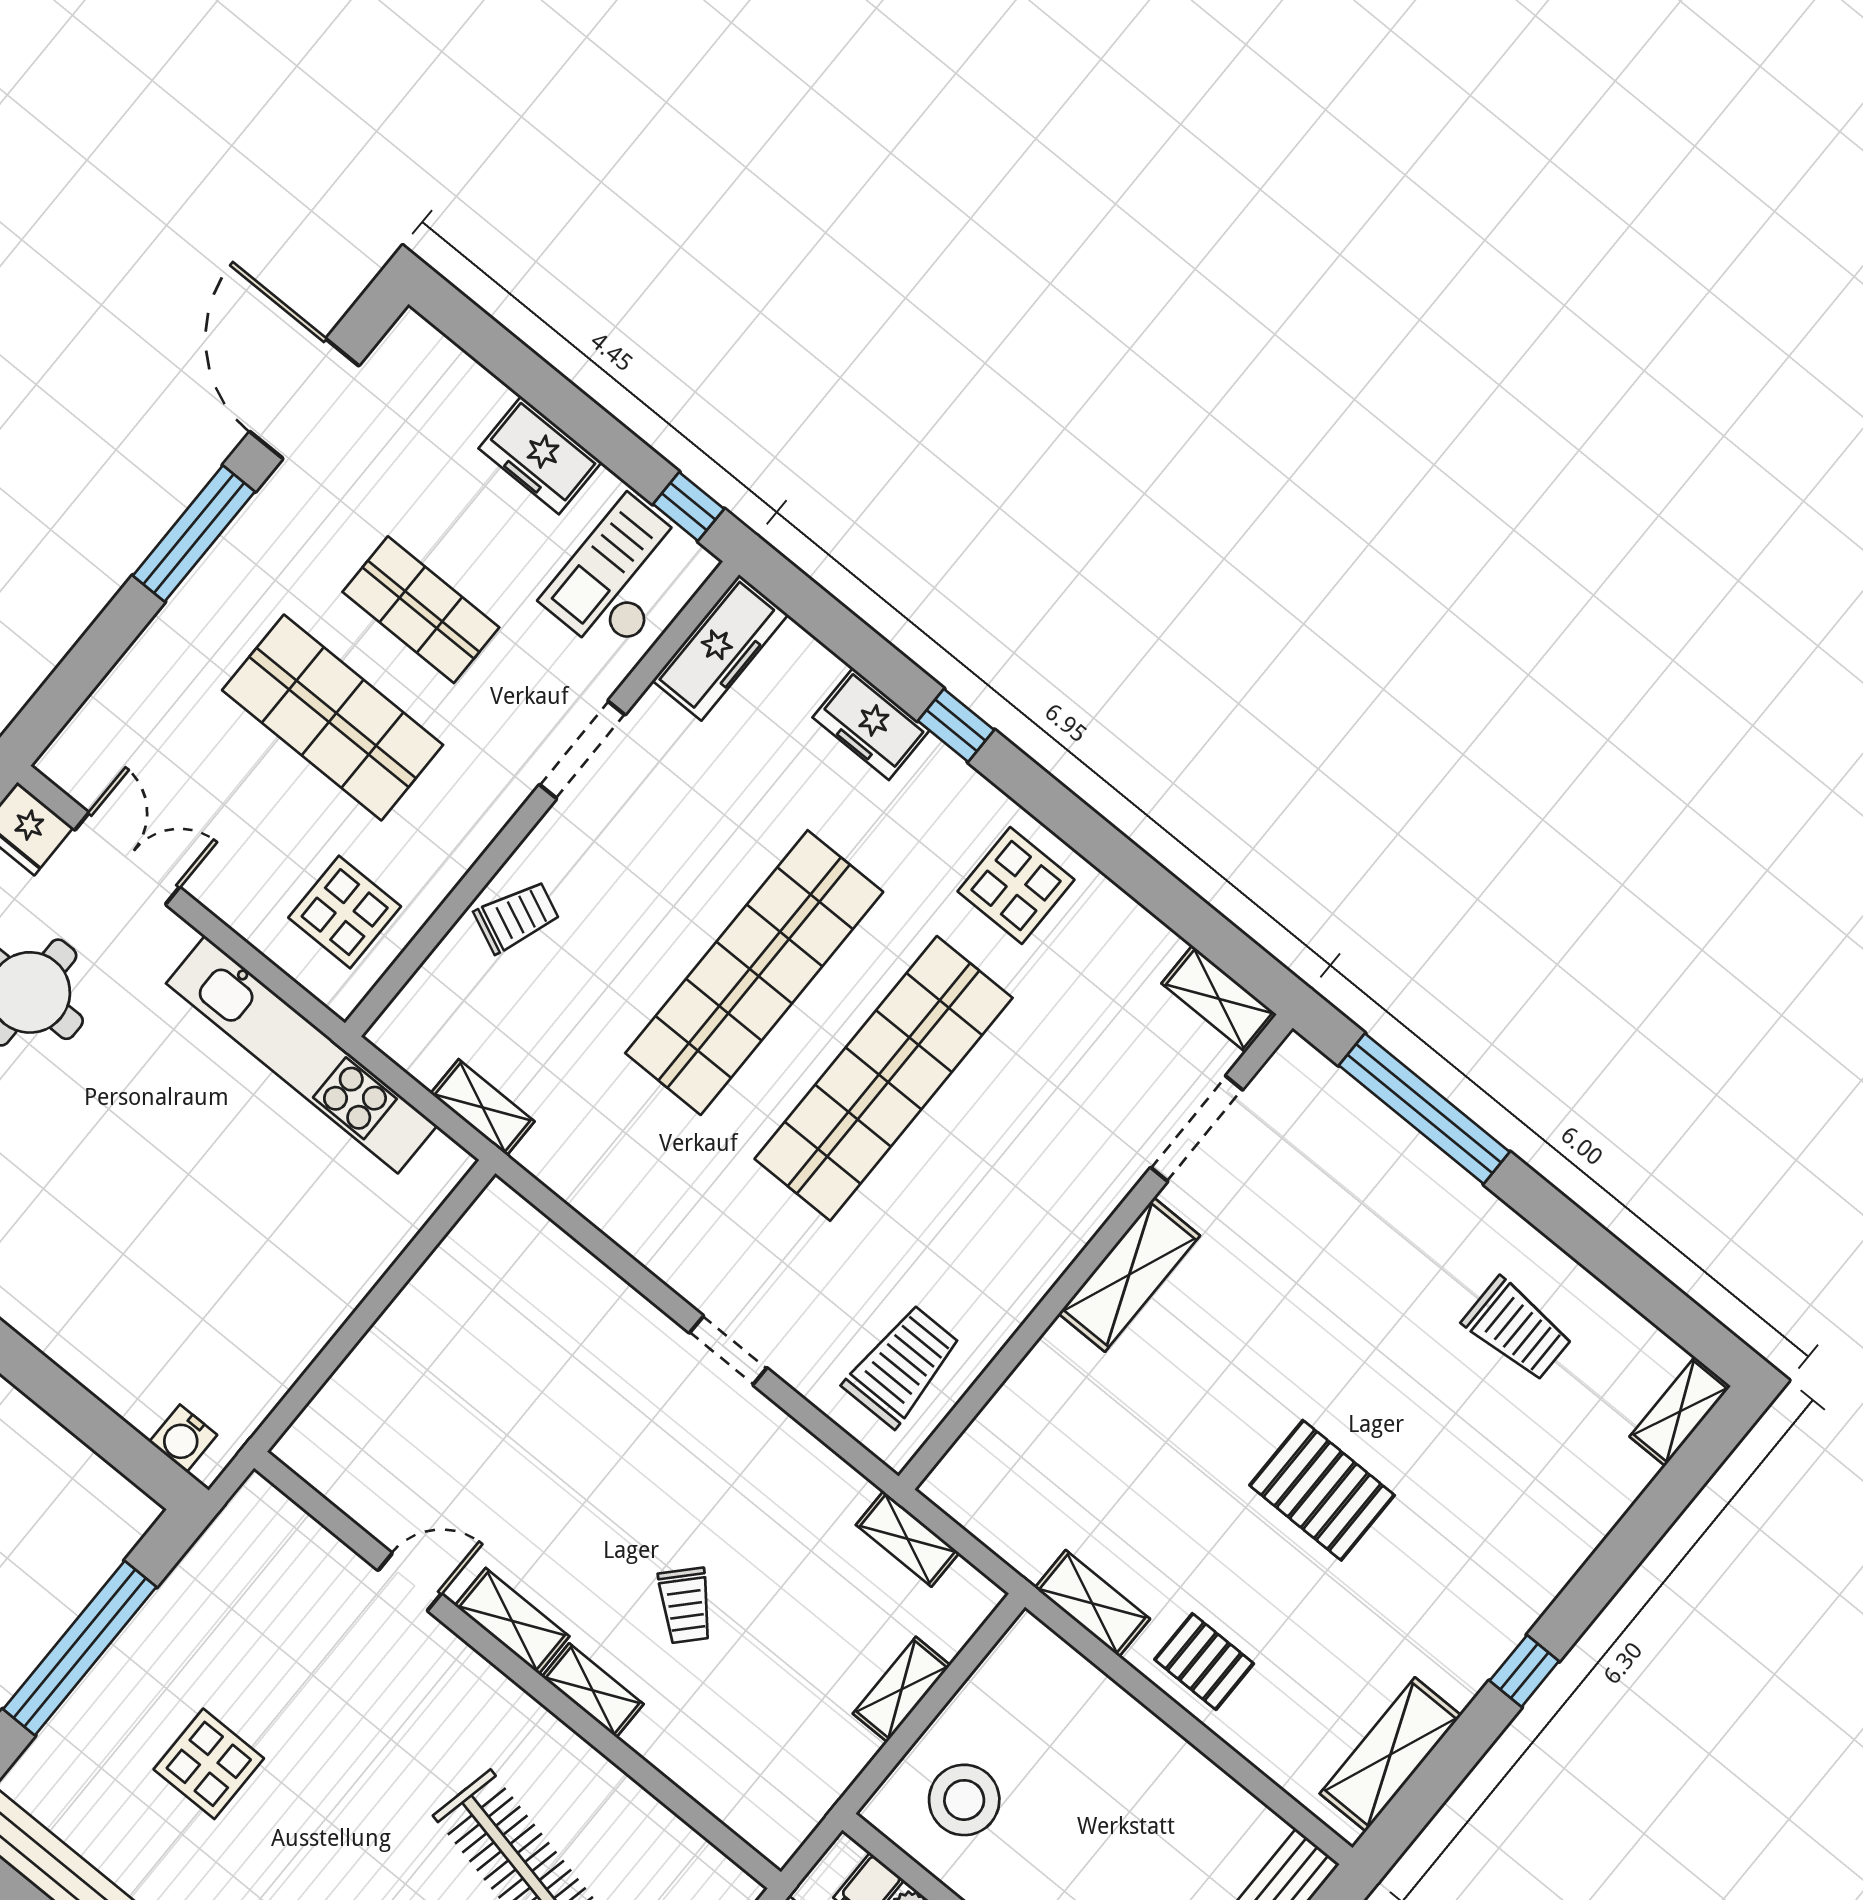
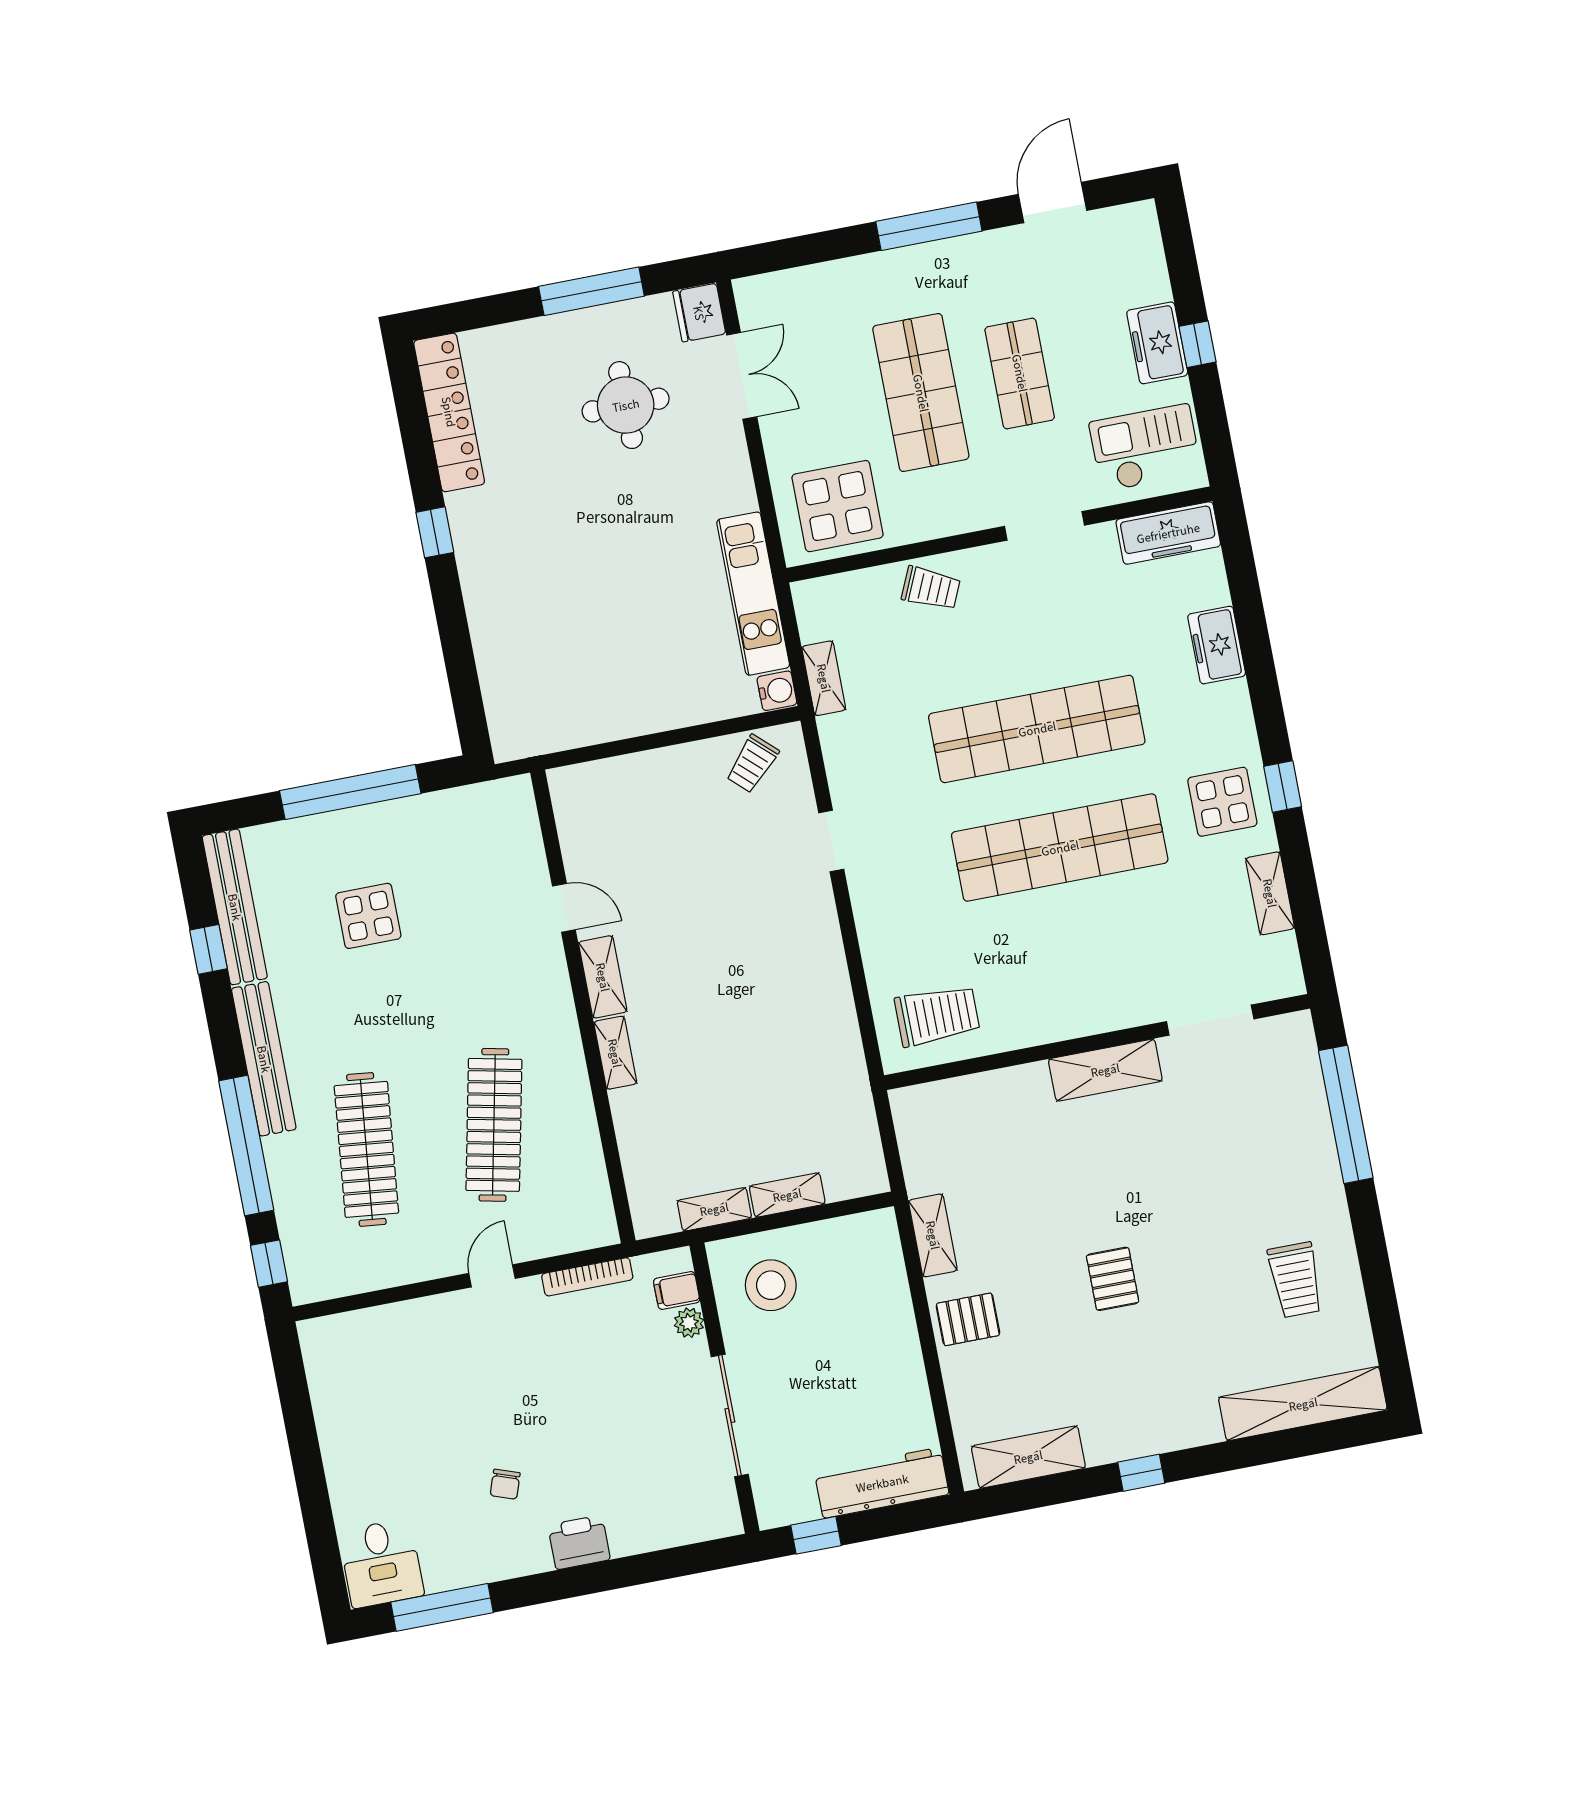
door: (304, 399) -> (1052, 202), width x0.73
window: (689, 506) -> (1197, 344), moved
window: (956, 725) -> (1283, 787), moved
display table: (345, 912) -> (838, 506), width x1.36, depth x1.36
shelving: (1219, 999) -> (1270, 893), moved
kitchen unit: (302, 1054) -> (753, 594), width x0.73
doorway: (728, 1350) -> (831, 841), moved
shelving: (1680, 1411) -> (1303, 1404), width x2.20, depth x1.33
water cooler: (183, 1438) -> (777, 691), moved, turned 180
pallet: (1322, 1490) -> (1113, 1279), width x0.67, depth x0.71
shelving: (908, 1539) -> (714, 1209), moved, turned 90
trolley: (685, 1606) -> (752, 764), moved
pallet: (1204, 1662) -> (968, 1319), turned 90

